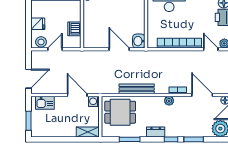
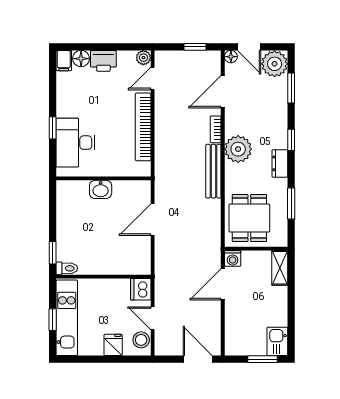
dishwasher: (74, 29) -> (141, 289), moved, turned 90
washbasin: (139, 41) -> (101, 189), moved
bench: (137, 89) -> (213, 171), moved
plant: (169, 101) -> (238, 149), width x1.87, depth x1.87
kitchen sink: (45, 103) -> (277, 341), moved, turned 180
window: (194, 139) -> (291, 88), moved

